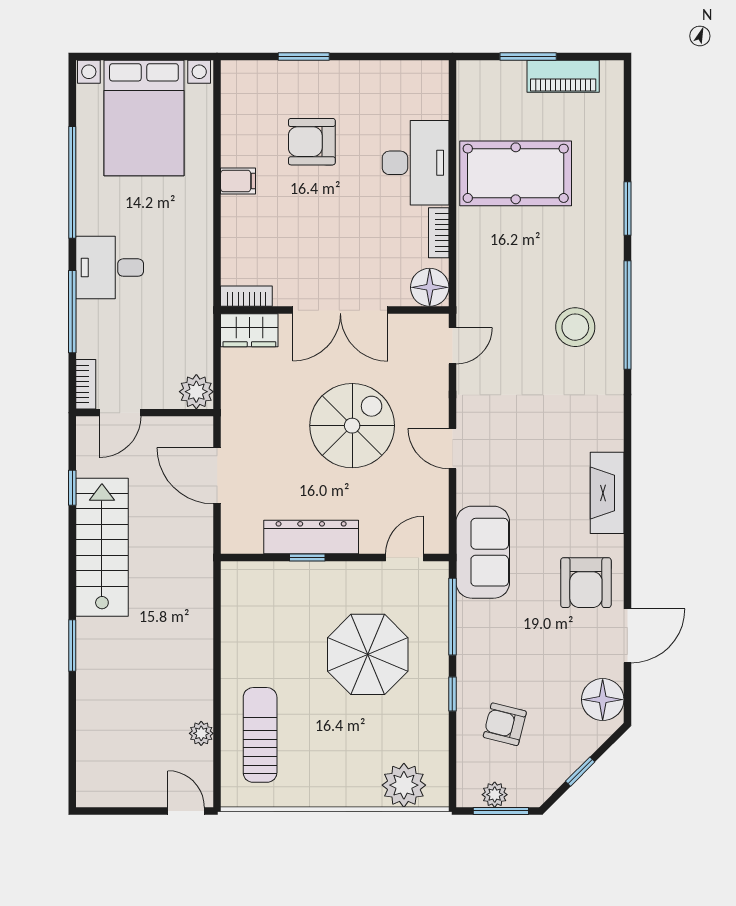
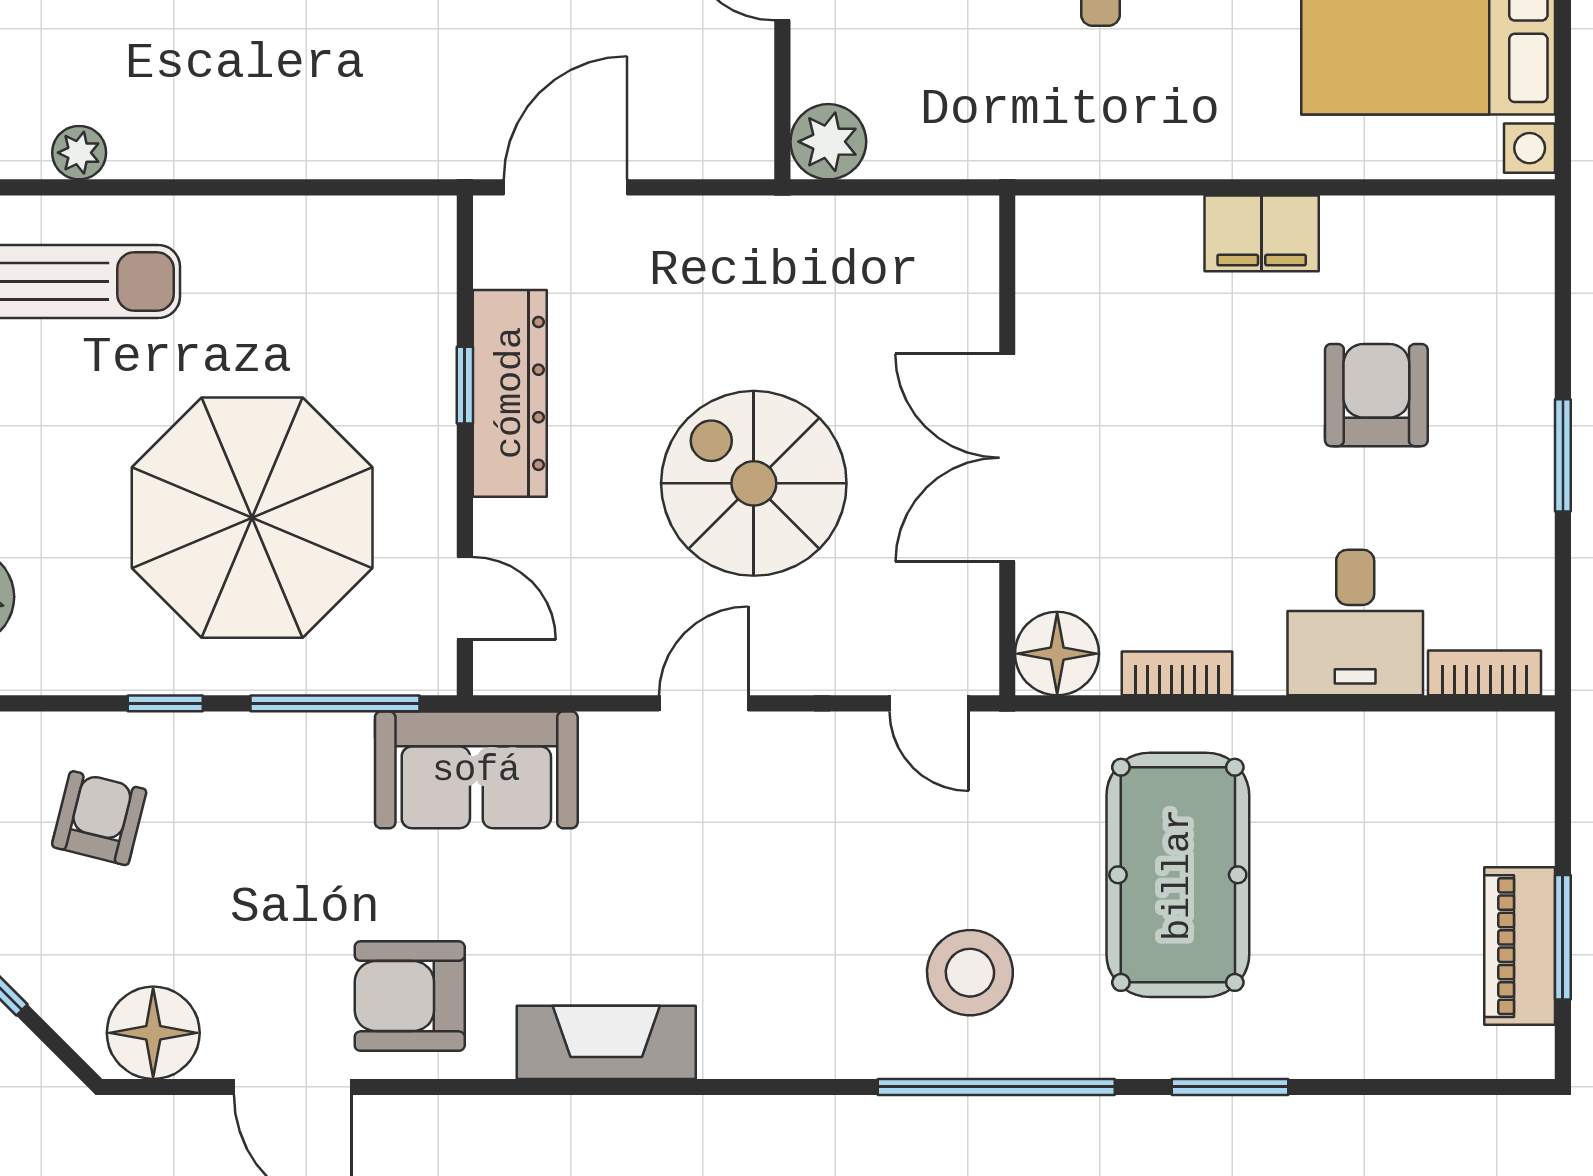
window: (304, 57) -> (1563, 455), moved
window: (528, 57) -> (1563, 937), moved
desk: (416, 163) -> (1355, 623), width x0.73
pool table: (516, 173) -> (1178, 875), moved
filing cabinet: (238, 181) -> (1262, 233), width x2.00
bookcase: (246, 296) -> (1484, 673), moved, turned -90
wardrobe: (249, 330) -> (963, 258), removed
spiral stairs: (352, 426) -> (754, 483), turned 180
door: (217, 476) -> (566, 187), moved
parasol: (368, 654) -> (252, 518), width x1.36, depth x1.36

